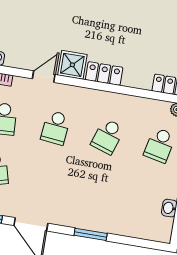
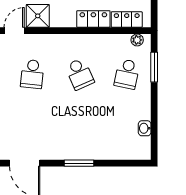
locker: (104, 74) -> (93, 19), moved
school desk: (108, 136) -> (80, 74), turned -42

